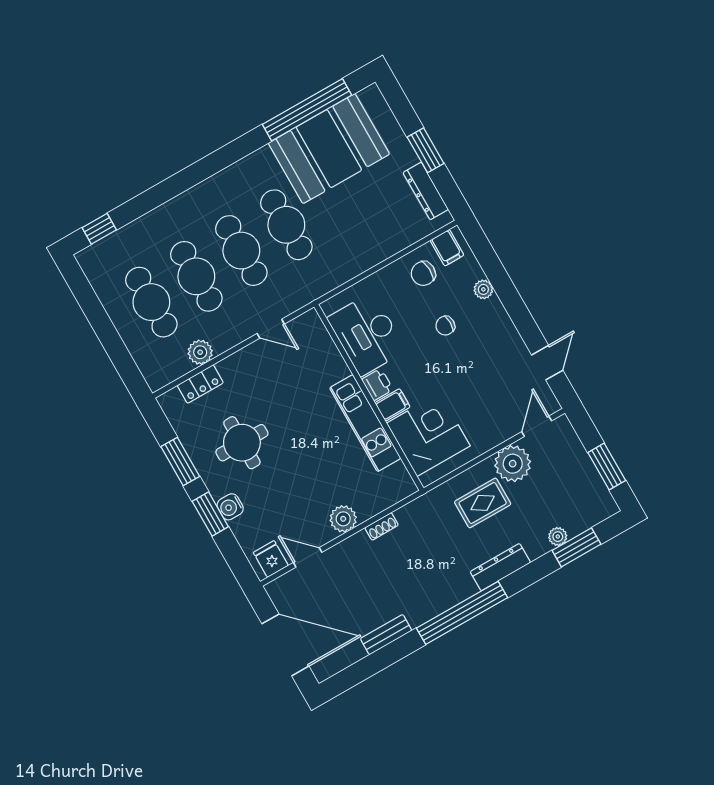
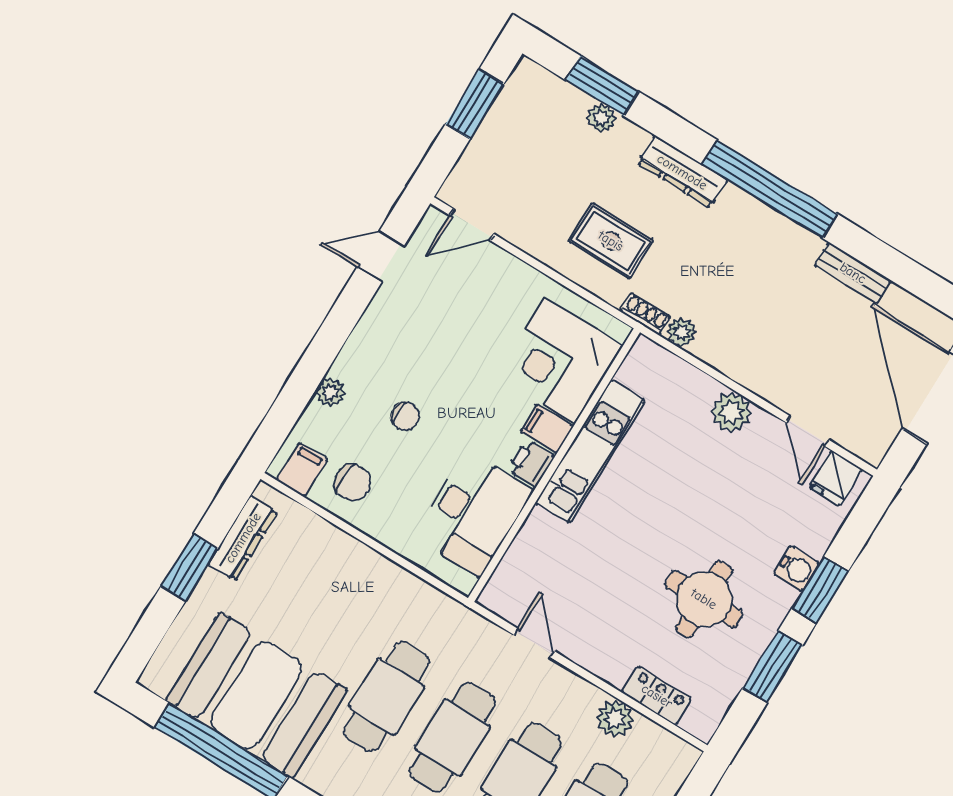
plant: (513, 464) -> (681, 332), moved, width x0.53, depth x0.53
shoe rack: (382, 526) -> (645, 314), moved

